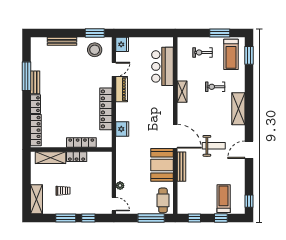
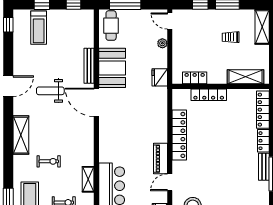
shelving: (182, 92) -> (88, 179), moved
fridge: (122, 129) -> (160, 77), moved
locker: (77, 157) -> (195, 78), moved

